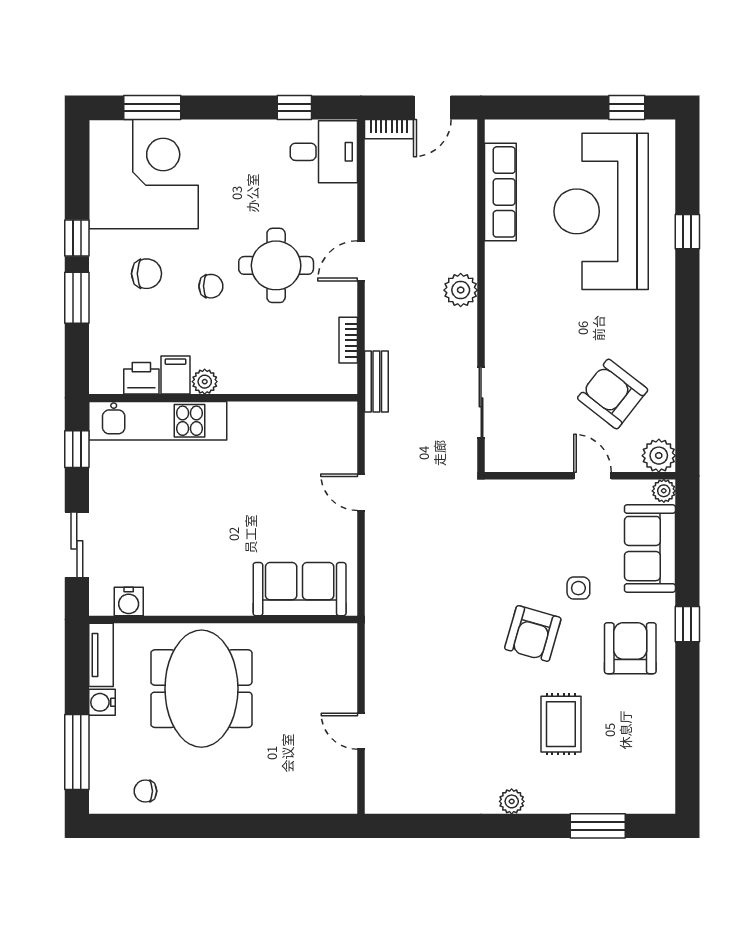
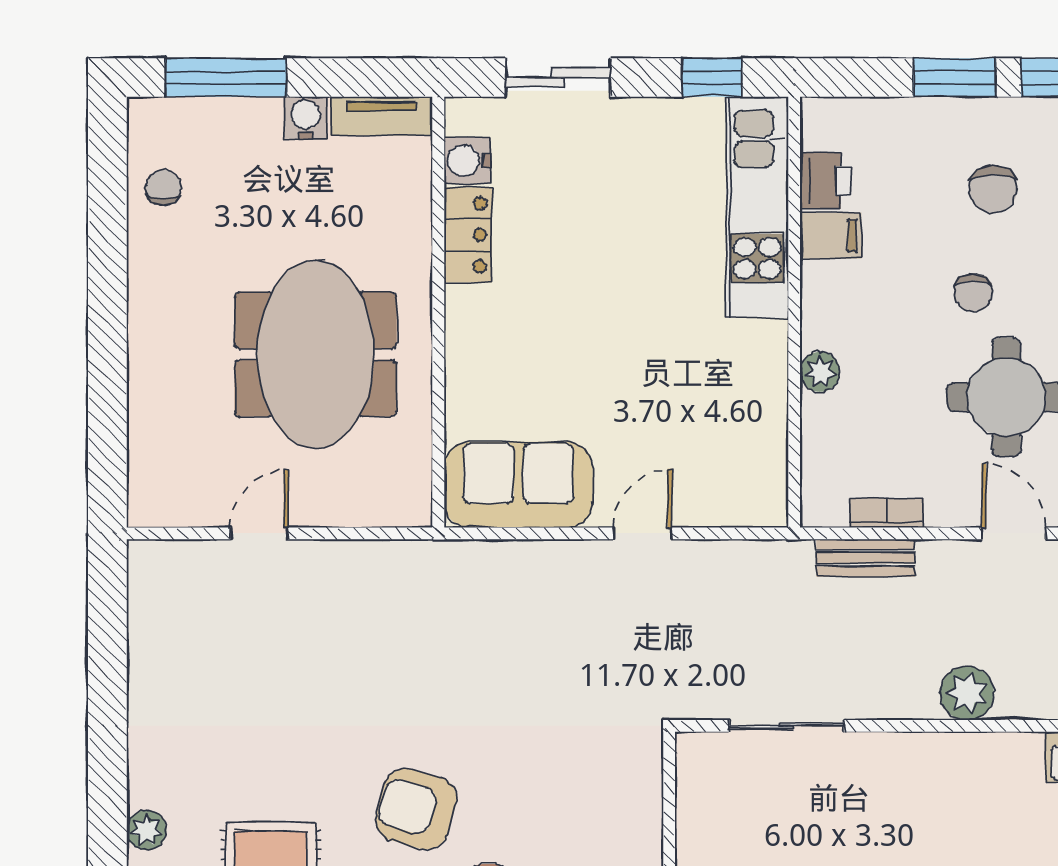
bench: (376, 381) -> (866, 558), moved
plant: (205, 382) -> (820, 372), moved
sofa: (300, 589) -> (518, 485), moved, turned -90
locker: (175, 601) -> (468, 235), added
meeting table: (201, 689) -> (316, 354), moved, turned 90
plant: (512, 801) -> (147, 830), moved

